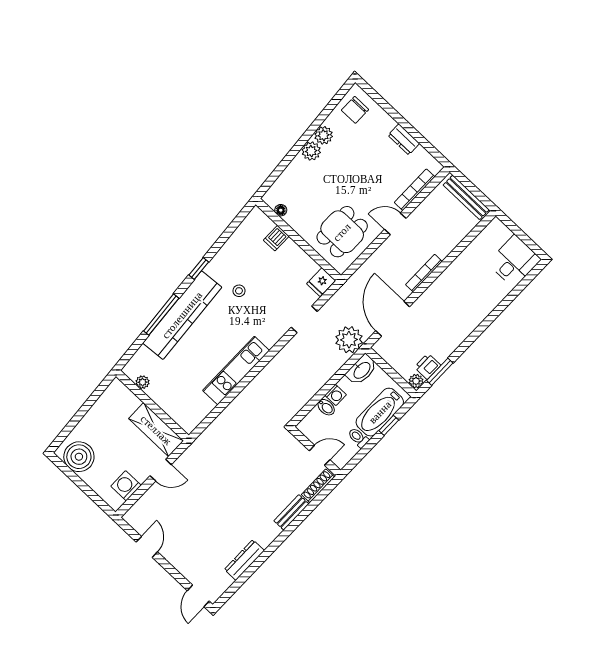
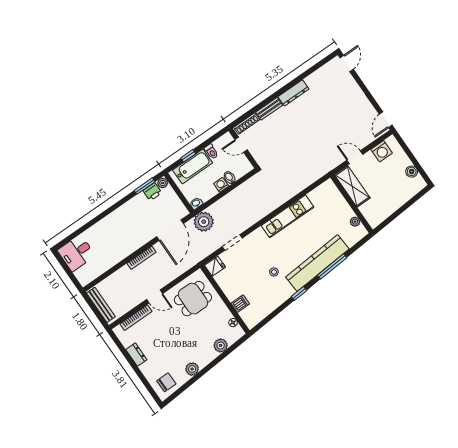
plant: (311, 151) -> (221, 345), moved
washbasin: (362, 370) -> (196, 203), width x0.52, depth x0.69
boiler: (79, 457) -> (412, 172), width x0.54, depth x0.54
door: (147, 547) -> (386, 120), moved
dresser: (244, 560) -> (293, 93), moved

